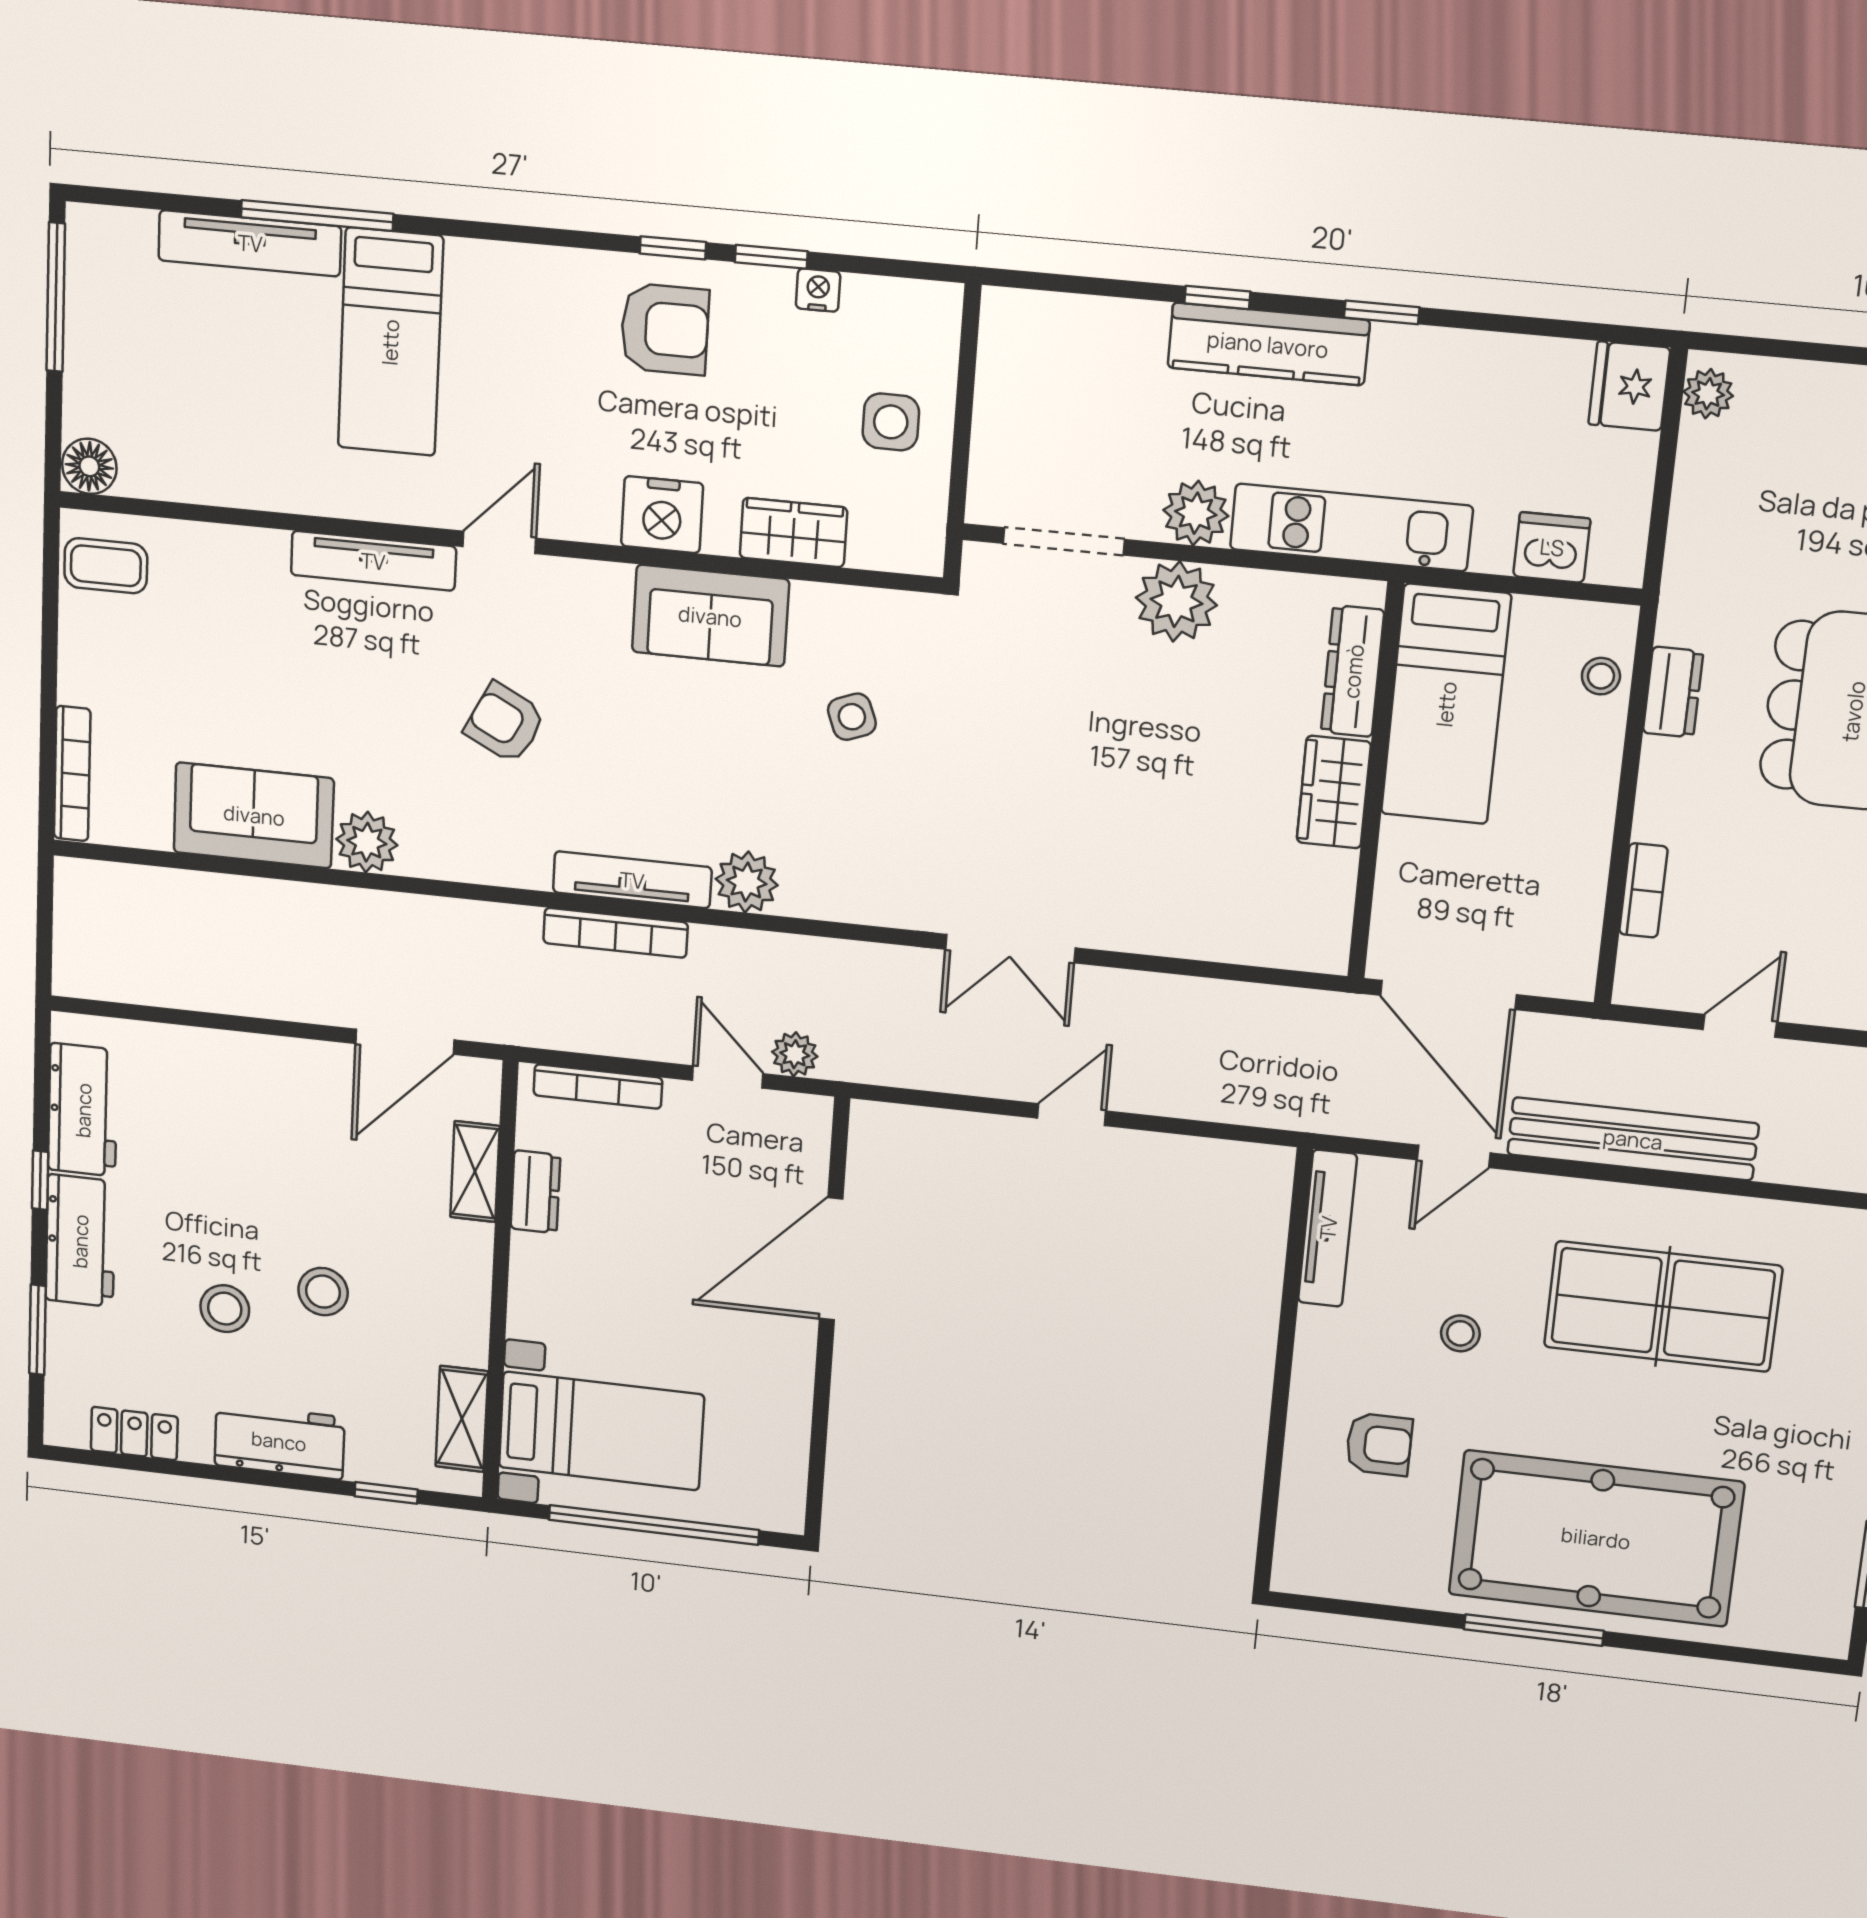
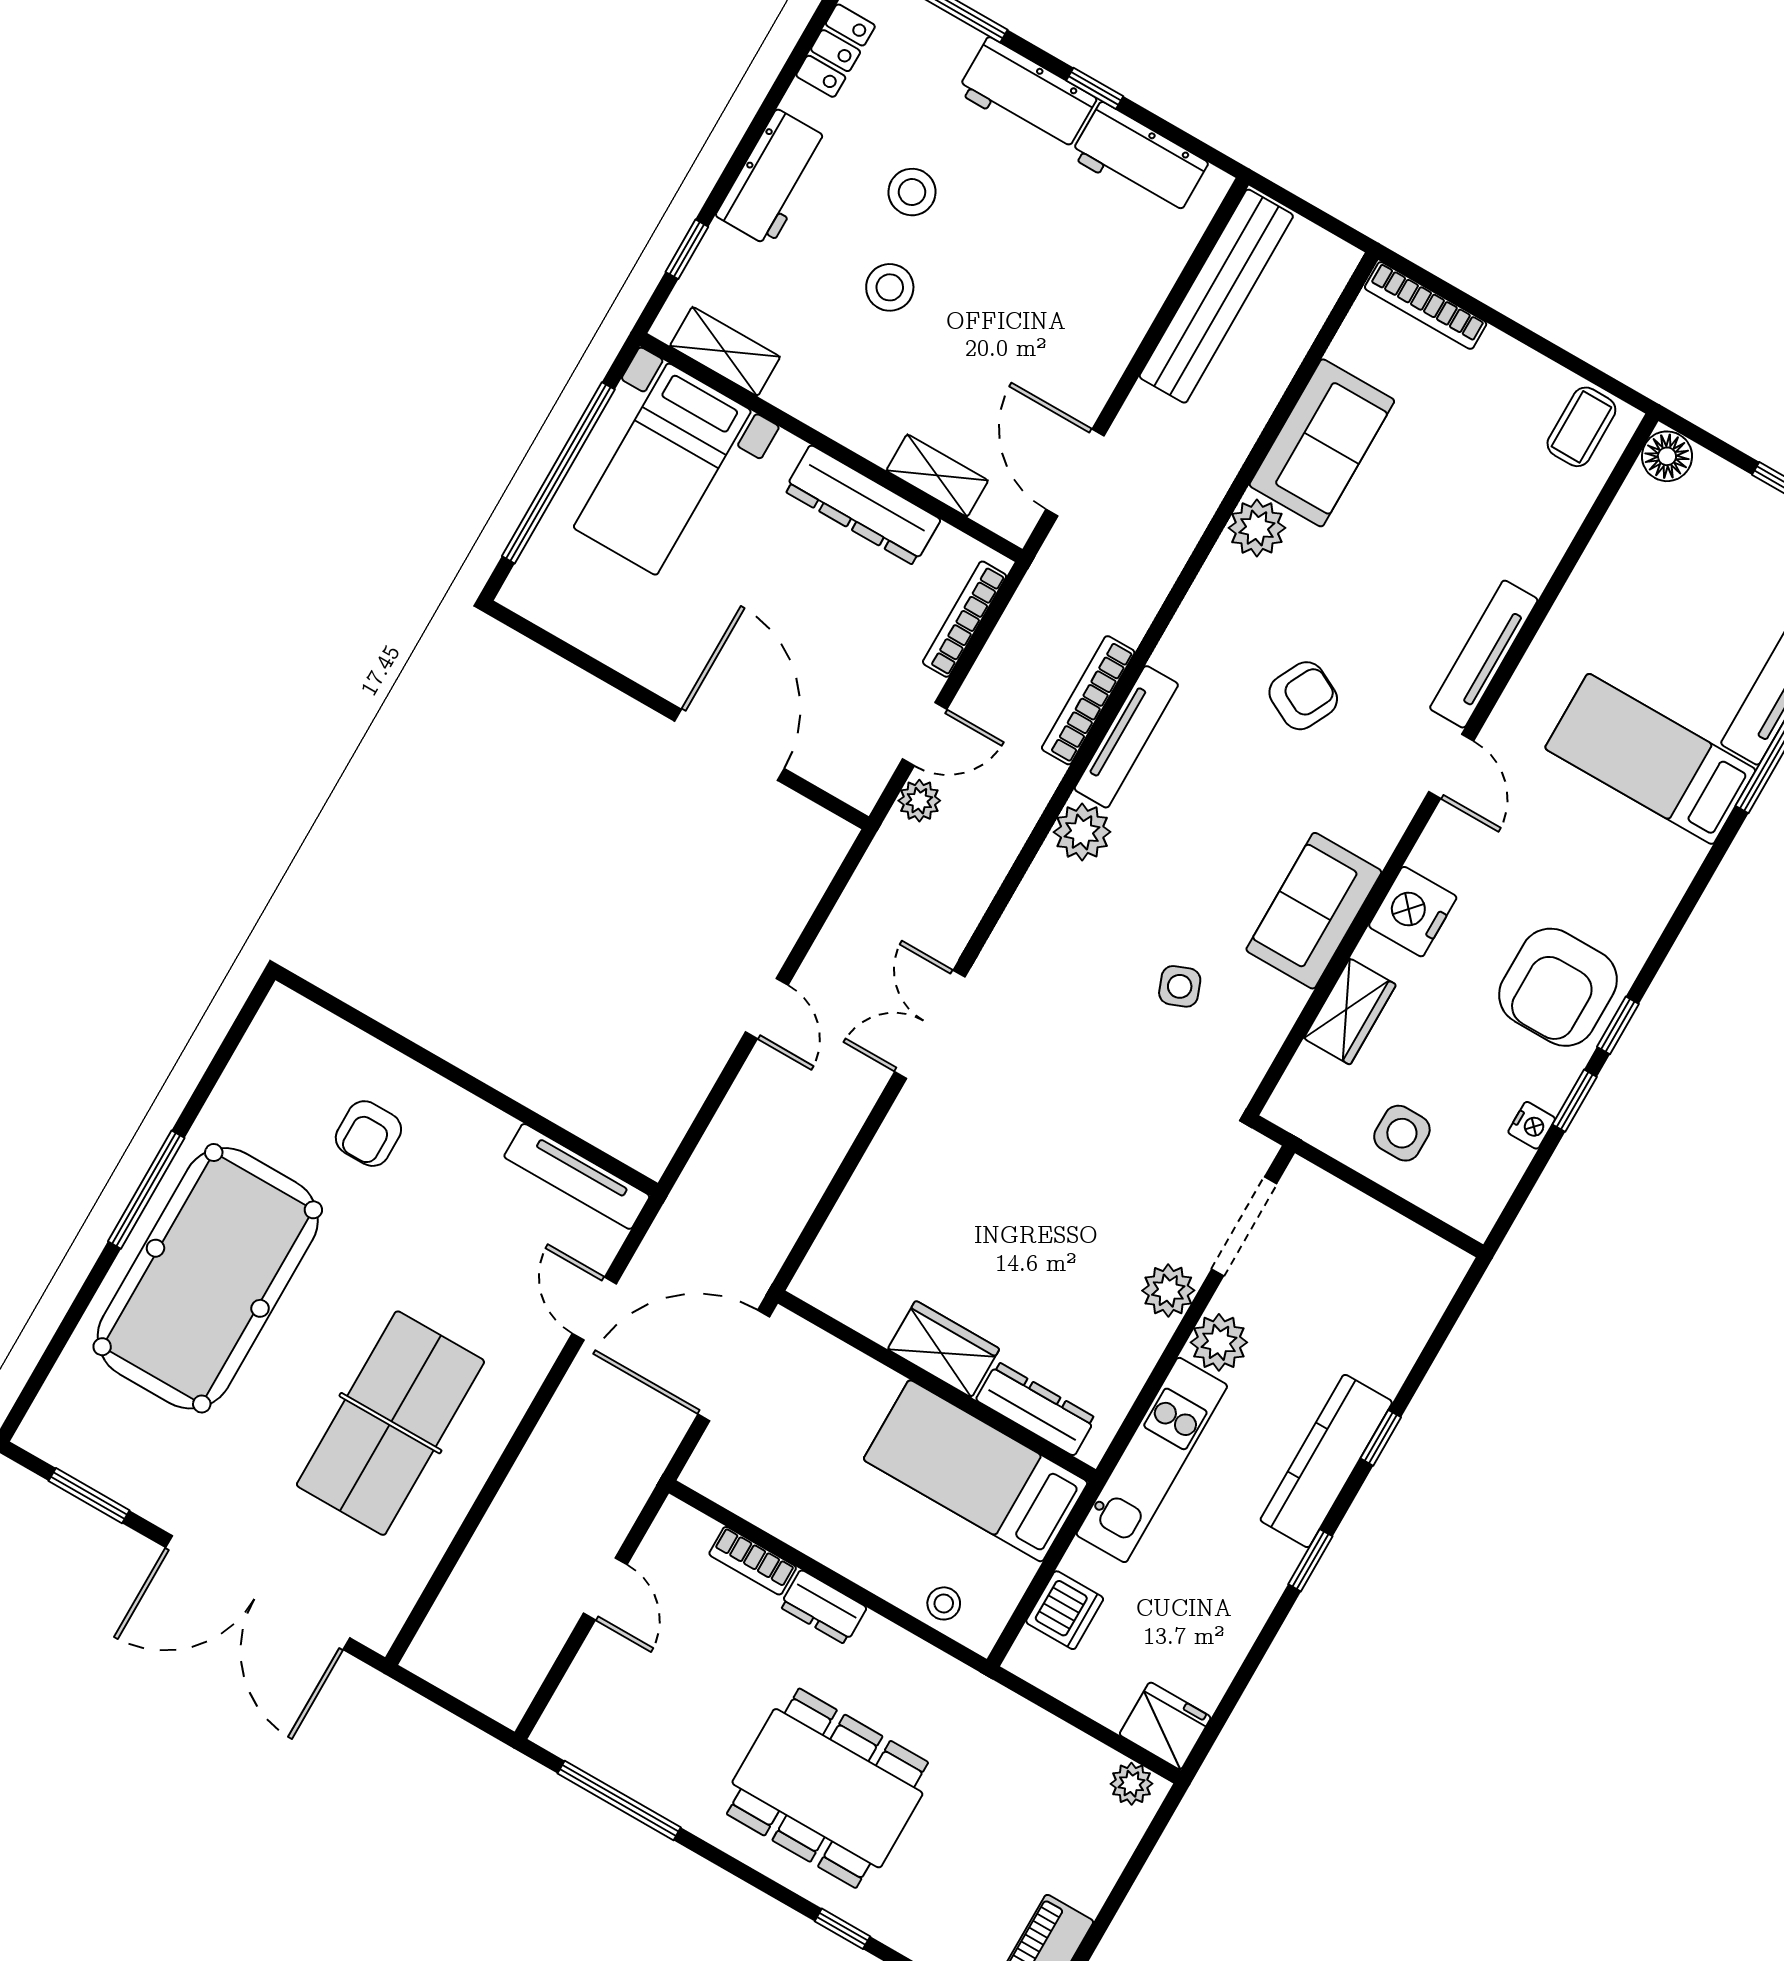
armchair: (665, 329) -> (1558, 987), width x1.36, depth x1.36
plant: (1176, 601) -> (1168, 1291), width x0.73, depth x0.73
dresser: (1673, 692) -> (823, 1607), moved
bench: (1633, 1139) -> (1216, 296), moved
dresser: (535, 1192) -> (862, 505), width x1.96, depth x1.24
stool: (1460, 1333) -> (438, 1246), removed

